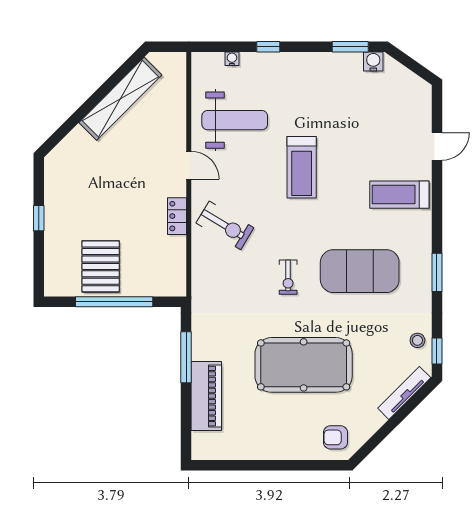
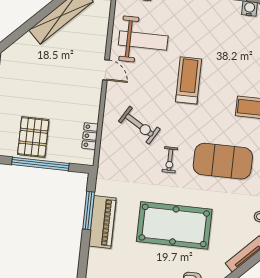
treadmill: (302, 167) -> (189, 80), turned 180
locker: (177, 216) -> (90, 136), moved
exercise bike: (225, 225) -> (139, 125), moved
piano: (206, 396) -> (102, 222), moved

